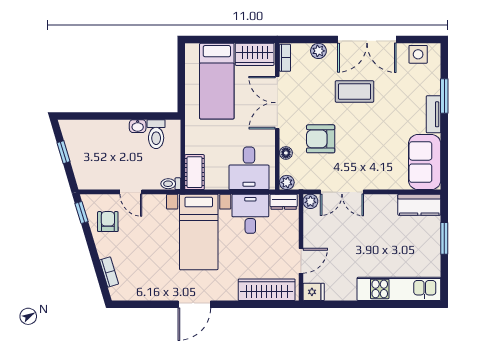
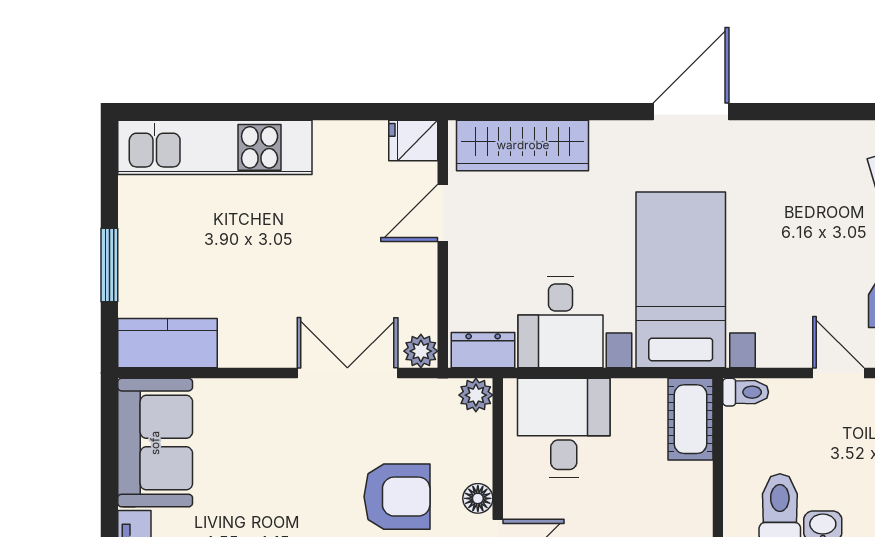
floor lamp: (286, 153) -> (478, 498), moved

